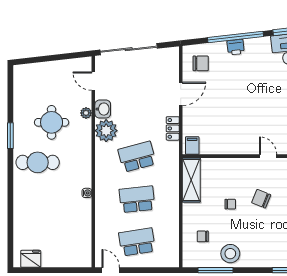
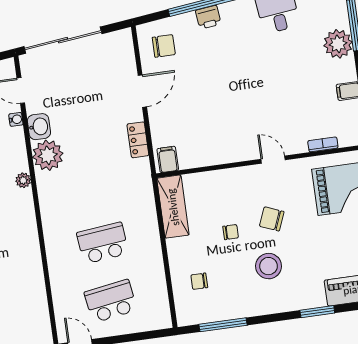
plant: (86, 113) -> (23, 180), moved
school desk: (137, 157) -> (95, 185), removed
water cooler: (87, 193) -> (16, 119), moved
stool: (230, 254) -> (269, 266), moved

